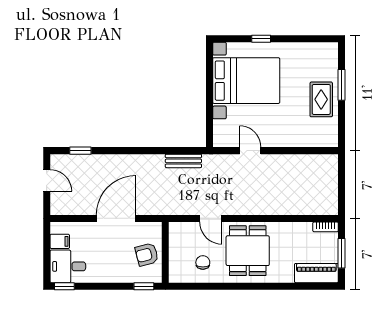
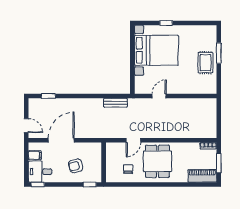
door: (250, 151) -> (159, 96), hinge flipped
door: (47, 180) -> (26, 126), moved
door: (116, 218) -> (61, 140), moved
door: (211, 218) -> (133, 140), hinge flipped
armchair: (147, 254) -> (76, 166), moved

